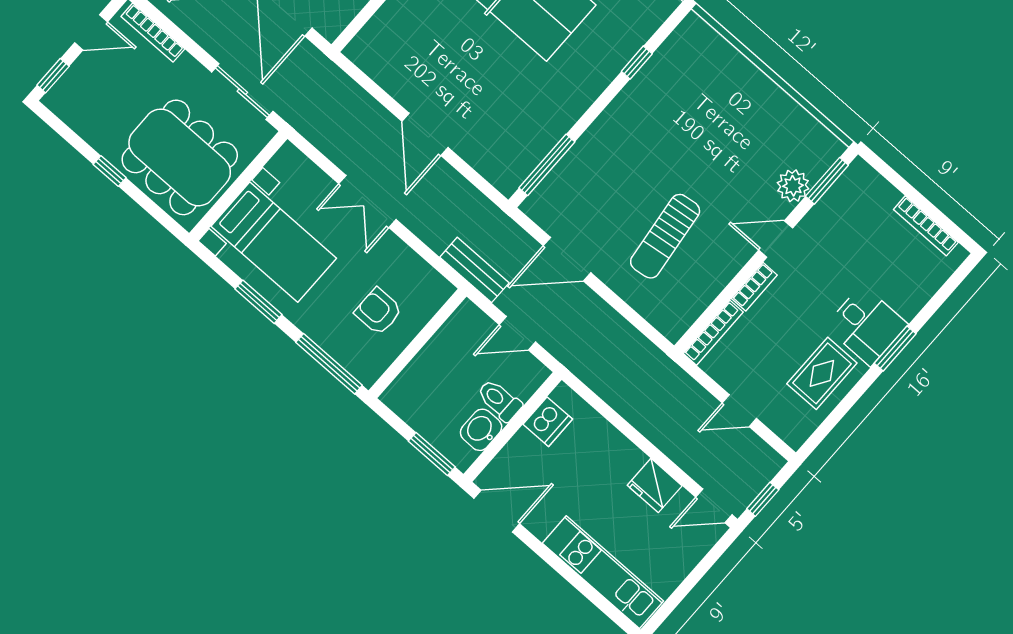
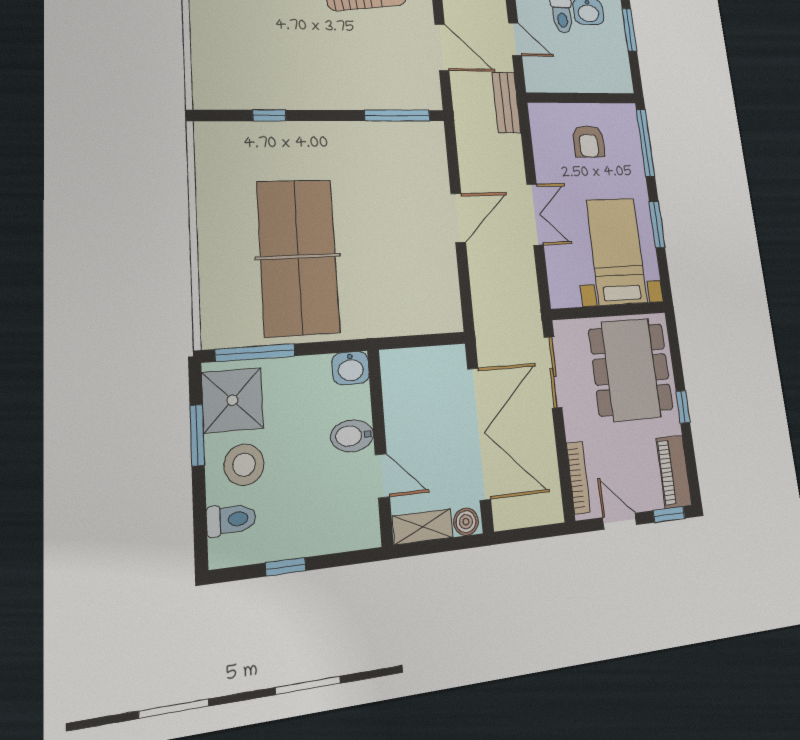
piano: (76, 112) -> (674, 472), added

